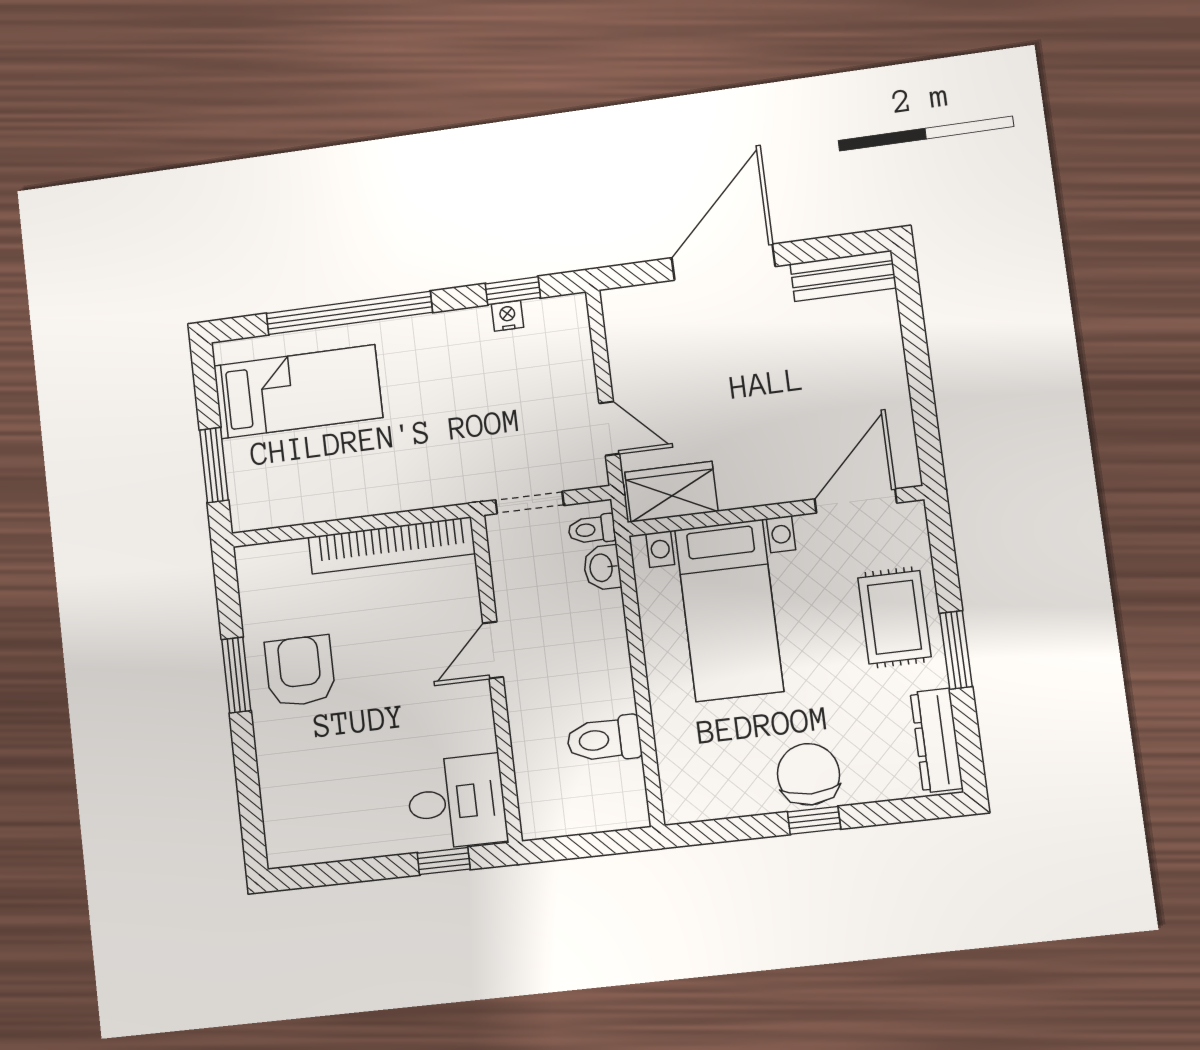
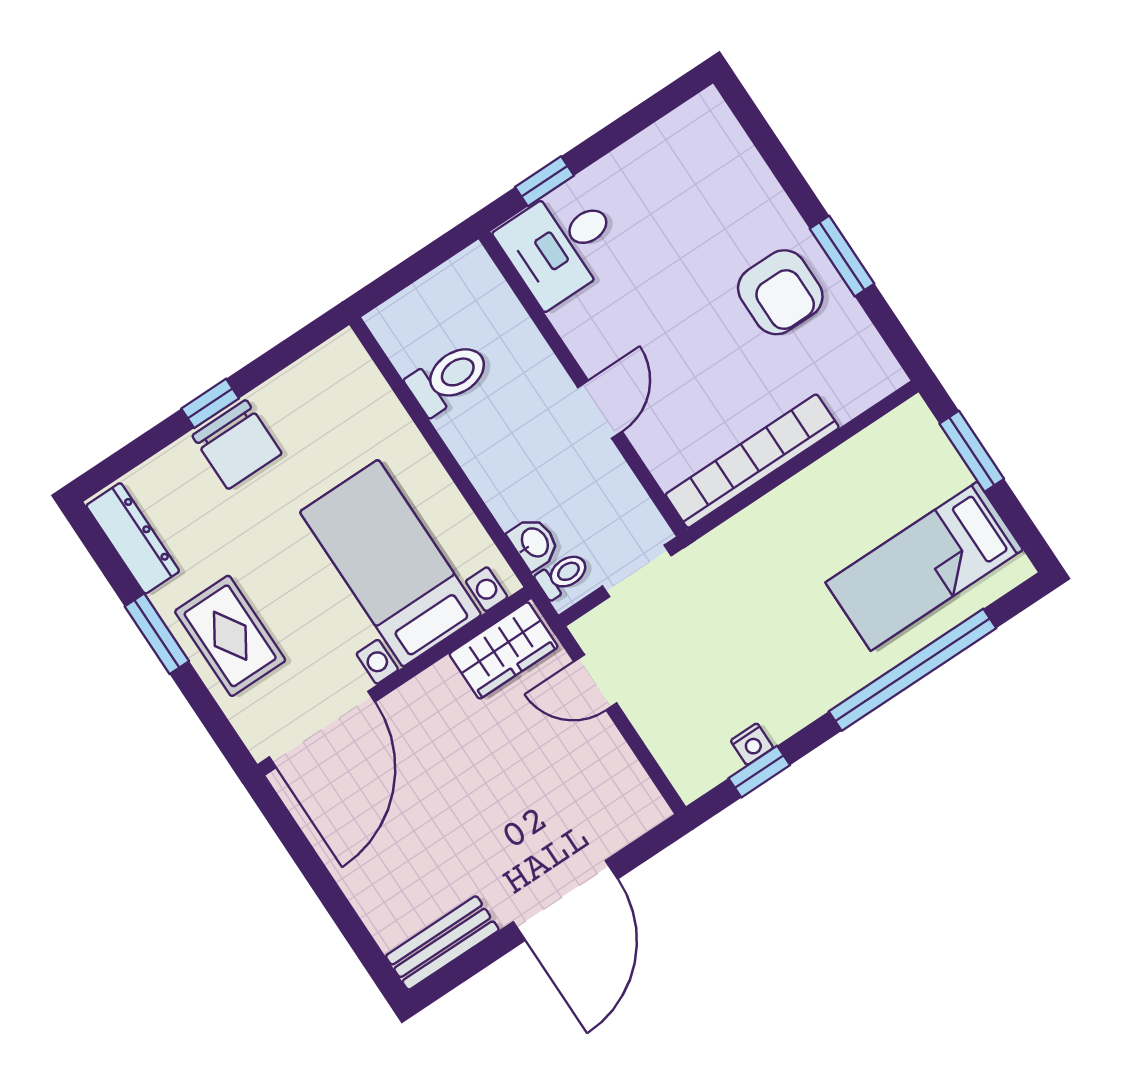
door: (856, 501) -> (322, 729), width x1.36

